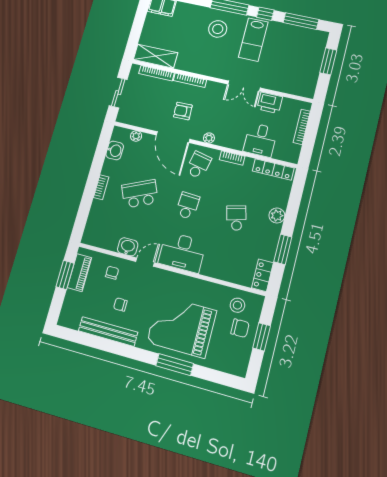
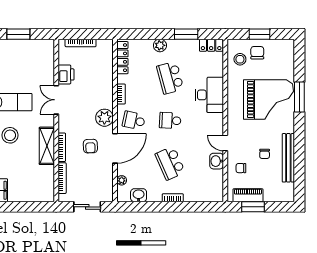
shelving: (155, 56) -> (47, 146), moved
double door: (244, 86) -> (56, 100), swing flipped
plant: (209, 138) -> (104, 118), width x1.87, depth x1.87
desk: (260, 140) -> (100, 74), removed
school desk: (236, 218) -> (170, 78), width x1.85
desk: (182, 252) -> (209, 95), moved
grand piano: (182, 326) -> (268, 99), turned -90

